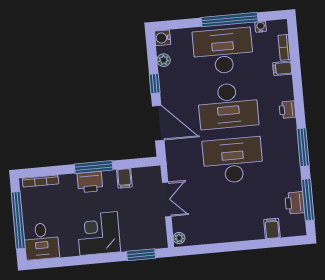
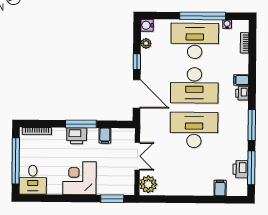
filing cabinet: (282, 68) -> (241, 80), moved
plant: (179, 238) -> (148, 184), width x1.87, depth x1.87

